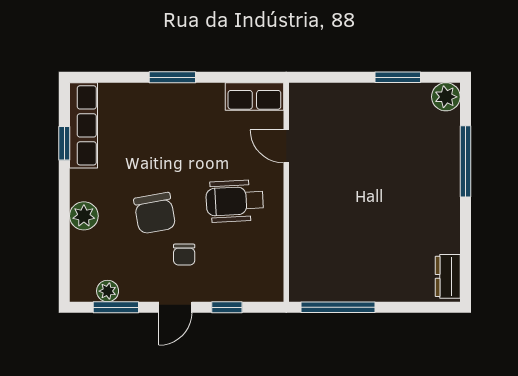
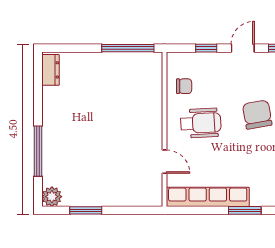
row of seats: (254, 96) -> (208, 197), width x2.02
chair: (184, 255) -> (184, 86), moved, turned 90

